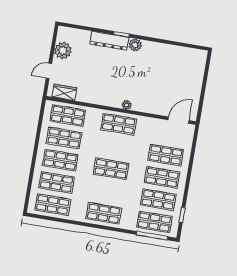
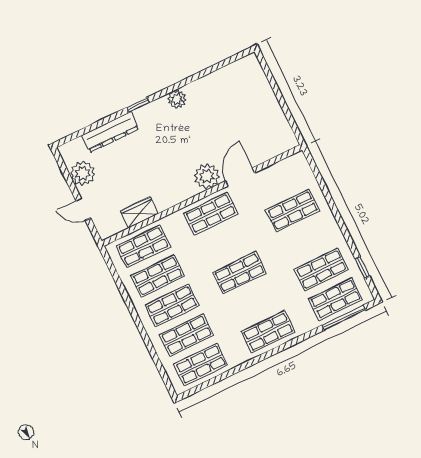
dresser: (109, 41) -> (110, 132), moved
plant: (135, 45) -> (177, 99), moved
door: (49, 71) -> (83, 209), hinge flipped
wardrobe: (64, 92) -> (139, 212), moved
plant: (127, 105) -> (207, 176), width x1.88, depth x1.88
door: (178, 120) -> (240, 177), moved
shop shelf: (162, 177) -> (307, 240), removed

